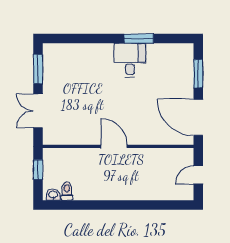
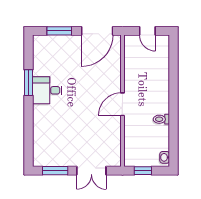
toilet: (67, 191) -> (161, 119), moved

